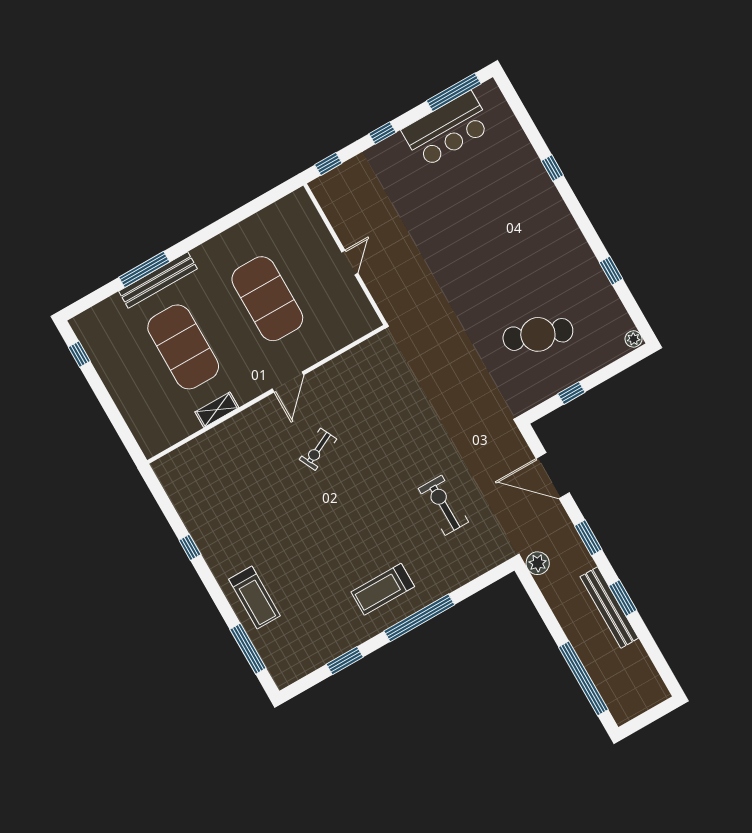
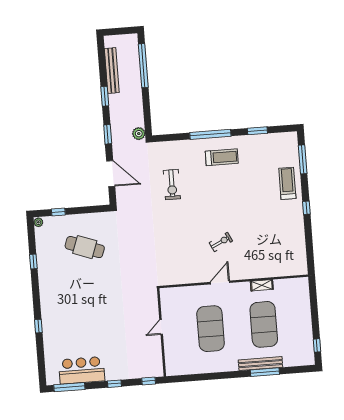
window: (571, 393) -> (58, 212), moved
window: (190, 547) -> (306, 208), moved
bench: (609, 607) -> (112, 71), moved

